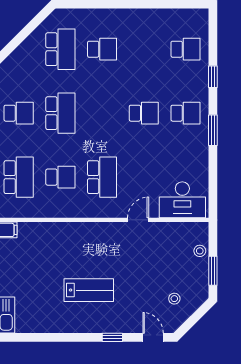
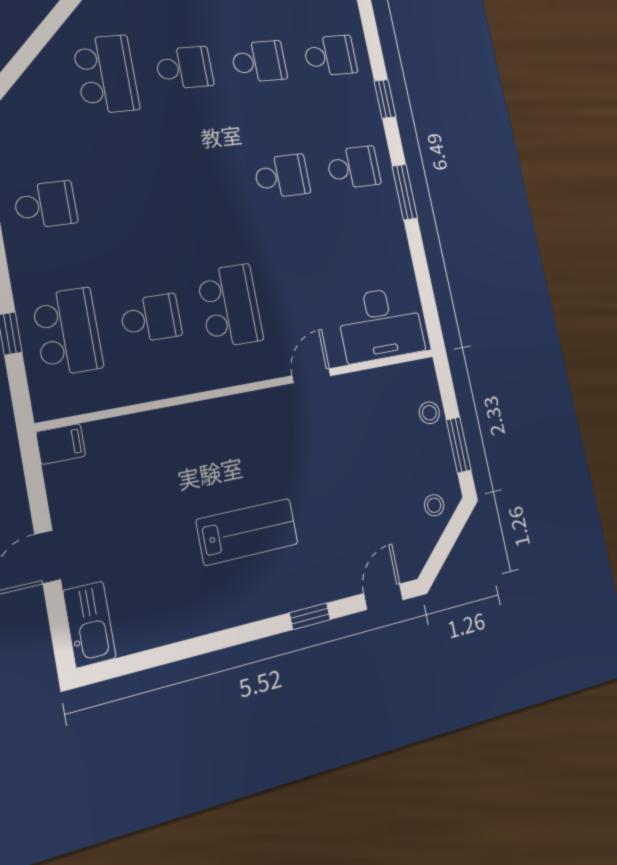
school desk: (60, 113) -> (259, 62), moved, width x0.54
stool: (174, 299) -> (434, 505), moved
door: (153, 337) -> (383, 597), hinge flipped

